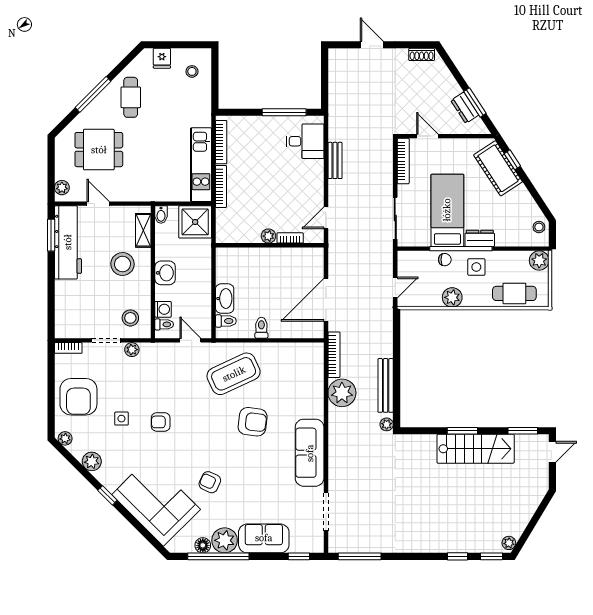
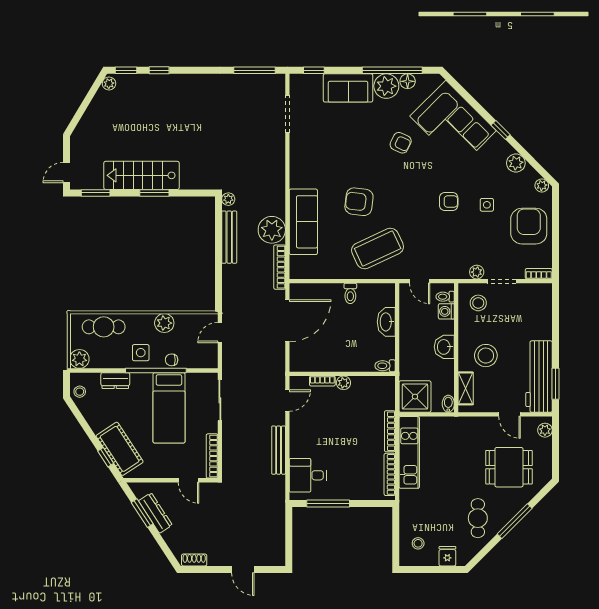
dresser: (465, 108) -> (155, 513), width x1.44
bench: (335, 160) -> (279, 450), width x1.36
dresser: (480, 238) -> (115, 381), moved
toilet: (226, 321) -> (385, 366), moved
sofa: (310, 453) -> (303, 222), moved

